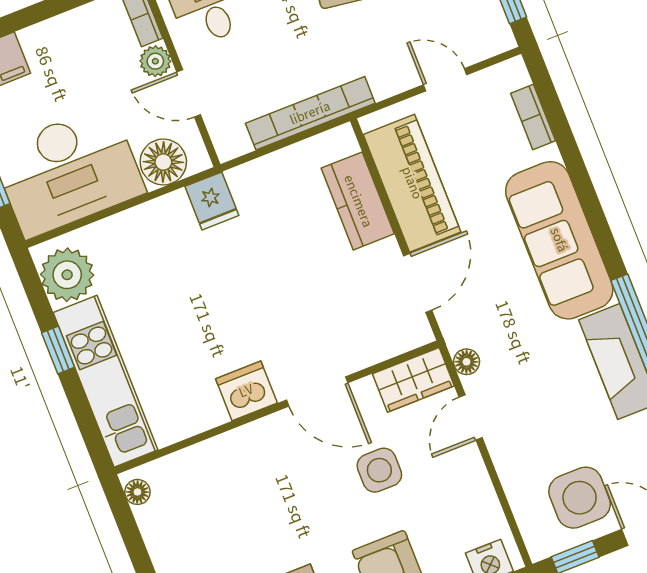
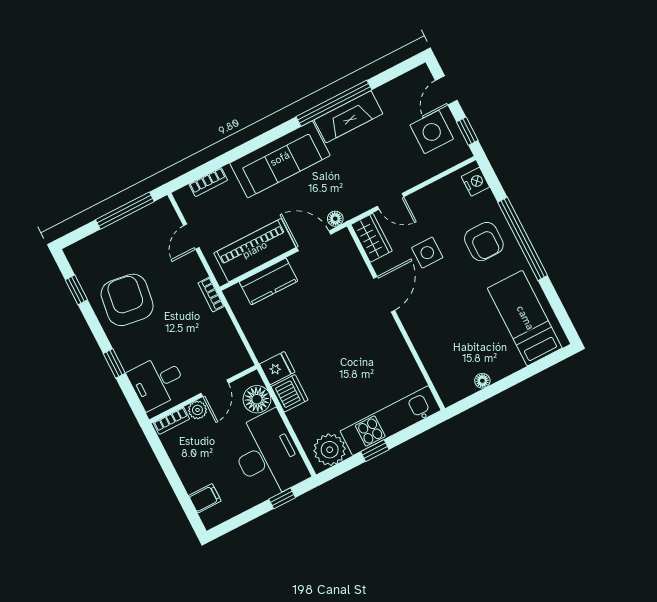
bookcase: (310, 113) -> (211, 295), width x0.43, depth x0.76
floor lamp: (466, 362) -> (335, 219), moved
dishwasher: (246, 391) -> (290, 393), moved, turned 180
floor lamp: (137, 492) -> (482, 381), moved

